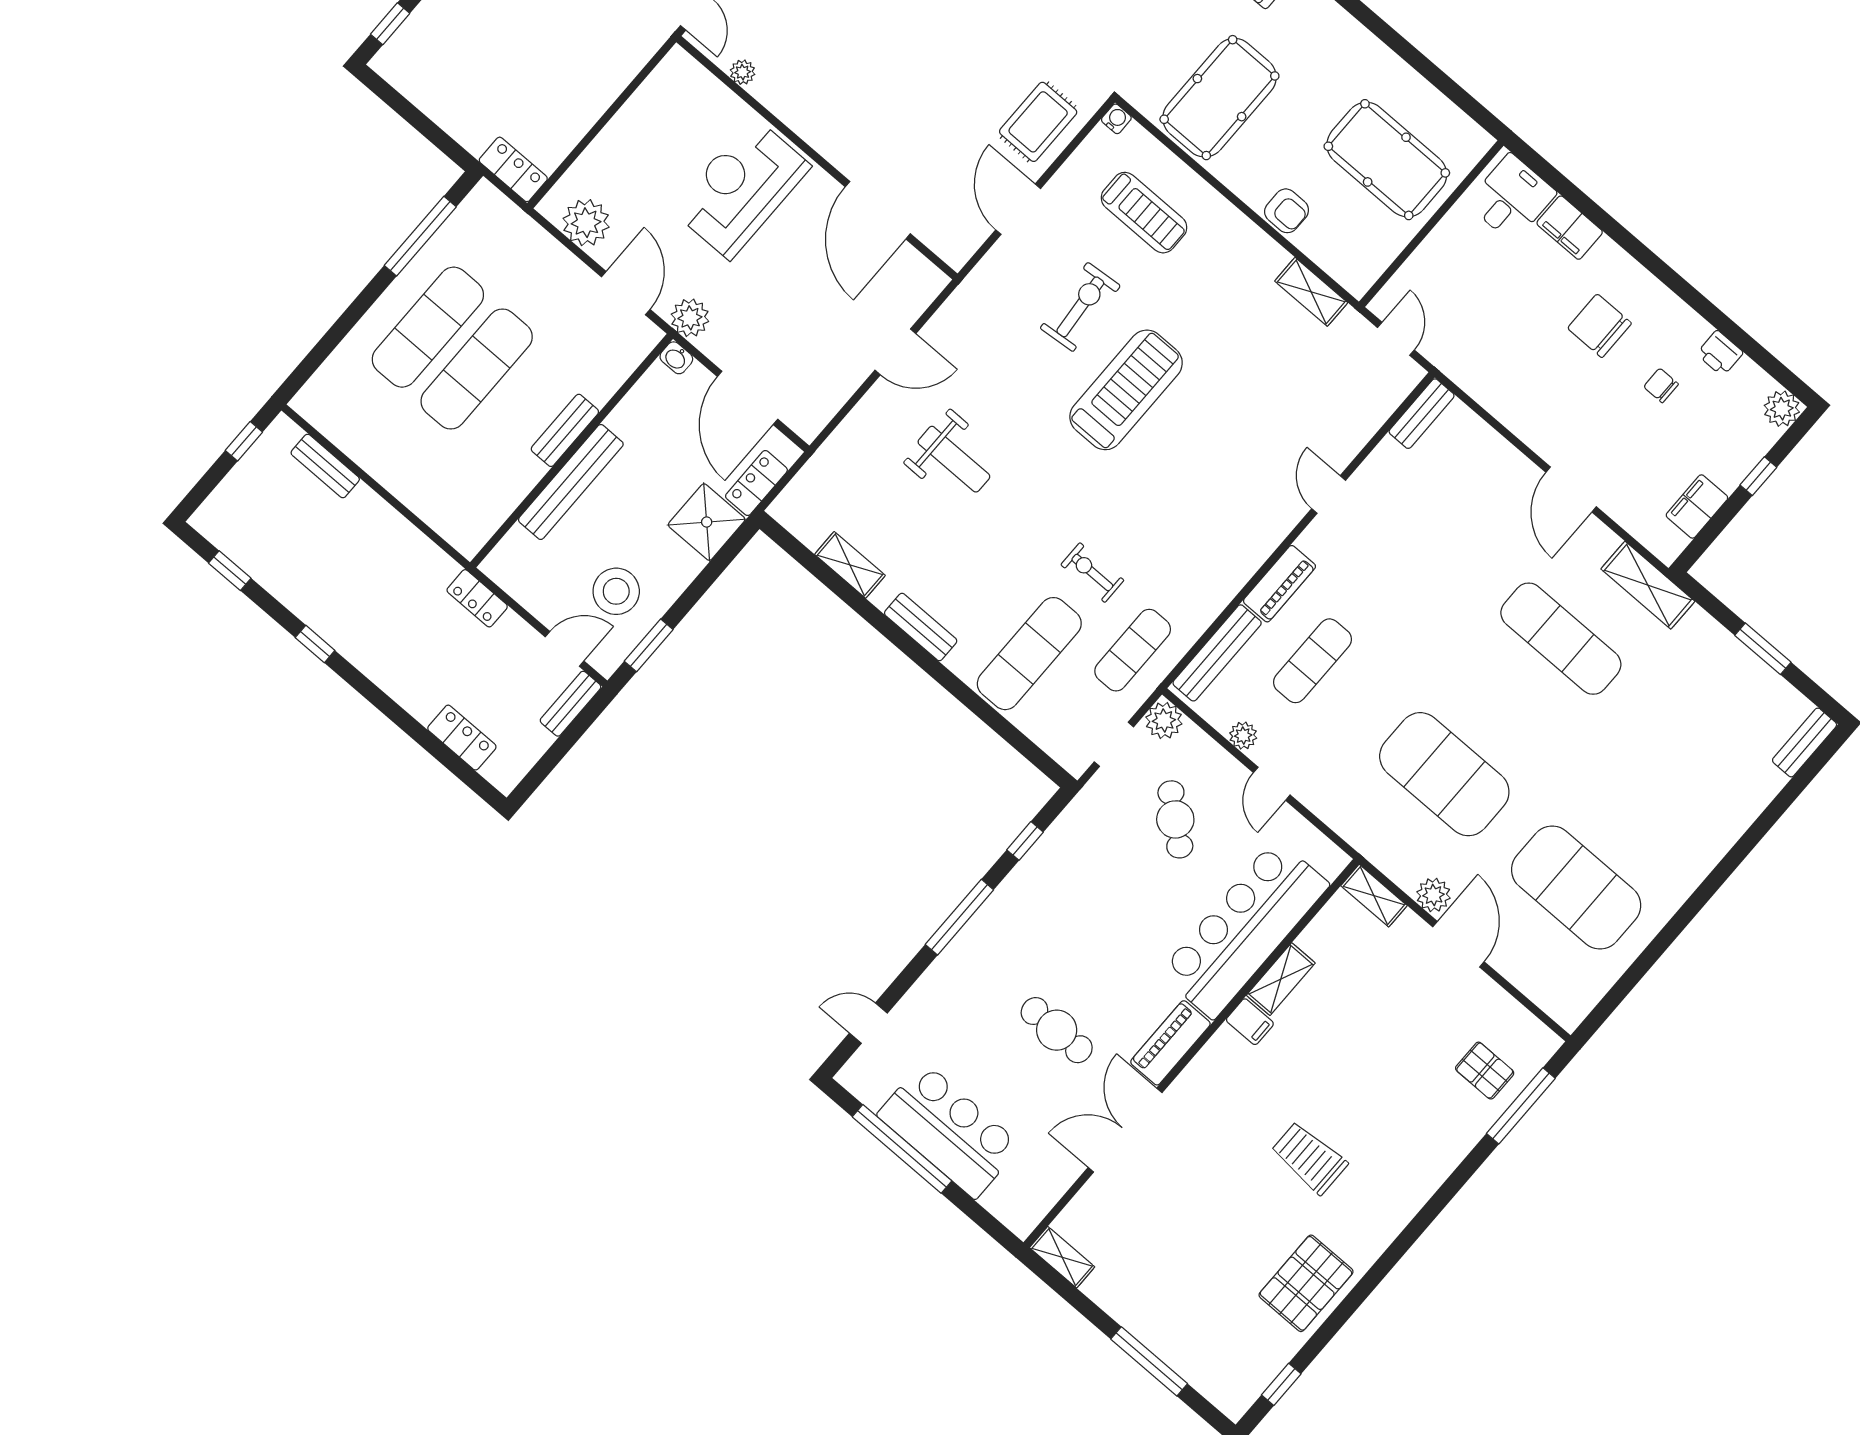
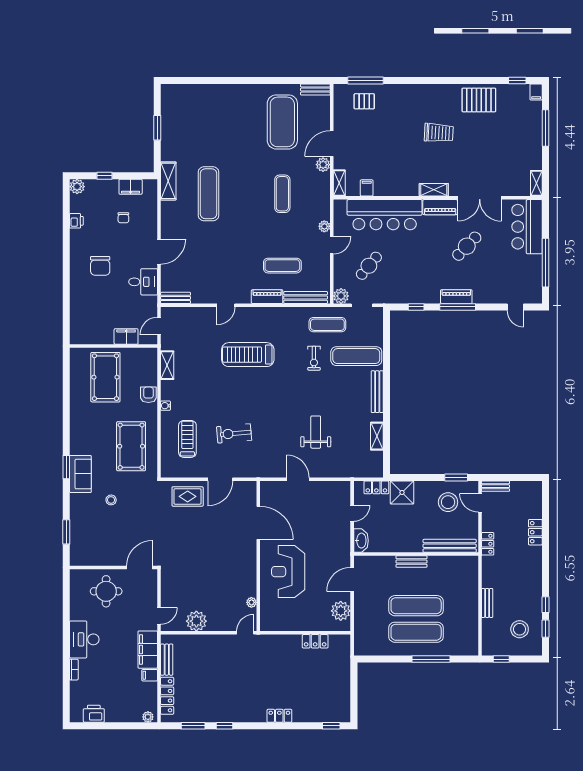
pool table: (1219, 98) -> (131, 446), turned 90
water cooler: (1116, 119) -> (165, 406), moved
locker: (513, 169) -> (315, 641), moved, turned -90
reception desk: (741, 188) -> (288, 572), turned 90
desk: (1512, 198) -> (143, 282), moved, turned 180
door: (878, 210) -> (258, 523), hinge flipped
filing cabinet: (1570, 228) -> (126, 336), moved, turned -90
window: (420, 236) -> (431, 659), moved
plant: (690, 318) -> (343, 553), removed
washbasin: (676, 358) -> (361, 541), width x1.91, depth x1.45
chair: (1661, 385) -> (123, 218), moved
treadmill: (1126, 390) -> (248, 355), moved
door: (748, 398) -> (352, 513), width x0.53
bench: (325, 466) -> (487, 603), moved
bench: (571, 482) -> (450, 546), moved
door: (1571, 489) -> (159, 252), moved
stool: (270, 522) -> (520, 629), added
bench: (921, 627) -> (377, 392), width x1.36
window: (315, 644) -> (546, 605), moved
plant: (1243, 736) -> (324, 226), moved
locker: (462, 738) -> (535, 532), moved
bench: (1805, 742) -> (315, 90), moved
exercise mat: (1444, 774) -> (282, 194), width x0.50, depth x0.69
piano: (981, 931) -> (456, 297), added
shelving: (1281, 979) -> (434, 190), moved
filing cabinet: (1250, 1022) -> (367, 188), moved
cafe table: (1057, 1030) -> (467, 246), turned 44
pallet: (1485, 1071) -> (364, 101), turned 90
bar counter: (949, 1130) -> (527, 227), moved
trolley: (1309, 1158) -> (439, 133), turned -87
filing cabinet: (1230, 1401) -> (536, 92), added

